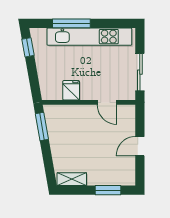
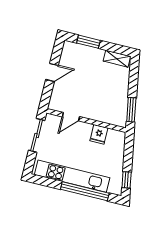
window: (71, 23) -> (85, 191), width x1.46
door: (107, 102) -> (71, 117), swing flipped

